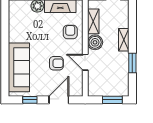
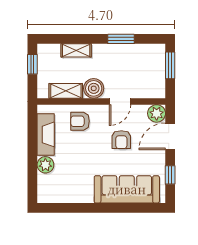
shelving: (124, 40) -> (76, 50), moved
armchair: (56, 63) -> (121, 140), turned 180
plant: (76, 90) -> (157, 113), added
door: (59, 100) -> (170, 136), hinge flipped

